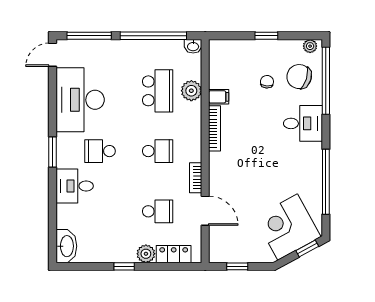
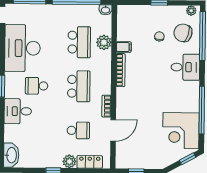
school desk: (158, 151) -> (79, 86), width x1.85
door: (205, 211) -> (113, 130), hinge flipped
corner desk: (288, 227) -> (181, 131), moved, turned -61

